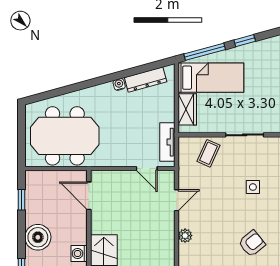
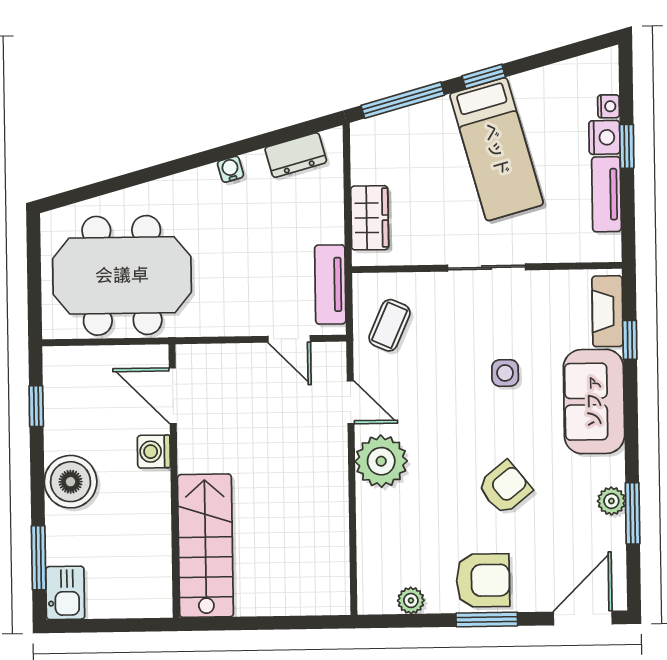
bed: (211, 78) -> (496, 149), moved, turned 75
dresser: (146, 80) -> (296, 155), width x0.70
coffee table: (209, 153) -> (390, 325), moved
door: (177, 200) -> (351, 402), hinge flipped
plant: (185, 236) -> (381, 461), width x1.87, depth x1.87
washing machine: (79, 253) -> (154, 452), moved

